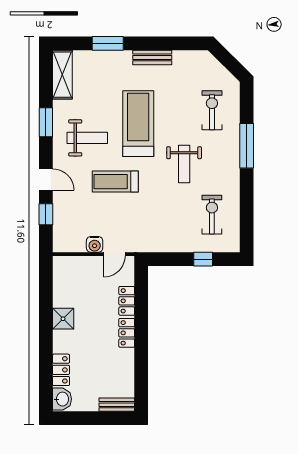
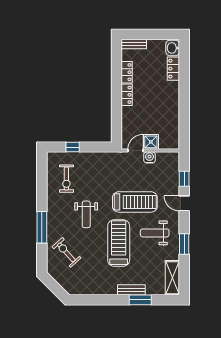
bench: (152, 57) -> (131, 290), moved
exercise bike: (212, 110) -> (66, 252), turned 138
treadmill: (138, 124) -> (119, 243), turned 180
weight bench: (184, 164) -> (86, 214), turned 180
treadmill: (115, 182) -> (135, 202), width x1.37, depth x1.38
locker: (127, 301) -> (127, 72), moved
shower: (63, 319) -> (151, 142), moved

